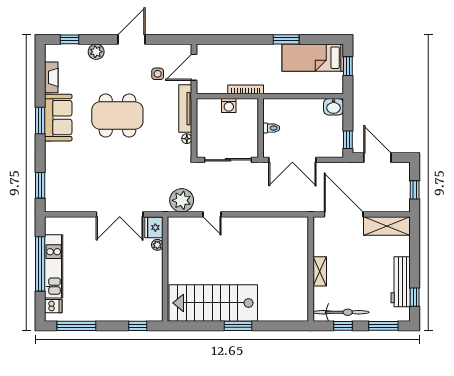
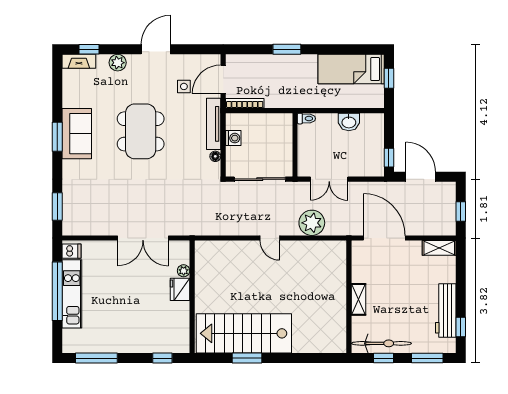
window: (286, 39) -> (287, 49), moved
fireplace: (51, 77) -> (79, 61), moved, turned 90
bookcase: (246, 89) -> (245, 103), moved
washing machine: (229, 106) -> (233, 138), moved, turned -90
washbasin: (334, 107) -> (349, 122), moved
dining table: (117, 116) -> (141, 131), turned 90
toilet: (271, 128) -> (306, 119), moved
double door: (292, 160) -> (329, 179), width x0.73
plant: (182, 200) -> (312, 223), moved
door: (212, 214) -> (270, 238), moved
shelving: (387, 226) -> (439, 248), width x0.67, depth x0.75
fridge: (154, 228) -> (180, 289), moved
dishwasher: (53, 306) -> (71, 251), moved
window: (238, 326) -> (247, 358), moved

